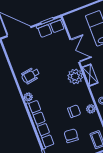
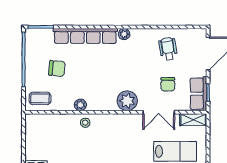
wheelchair: (31, 75) -> (168, 49), moved
shelving: (90, 75) -> (193, 120), moved
chair: (74, 111) -> (168, 84), moved

